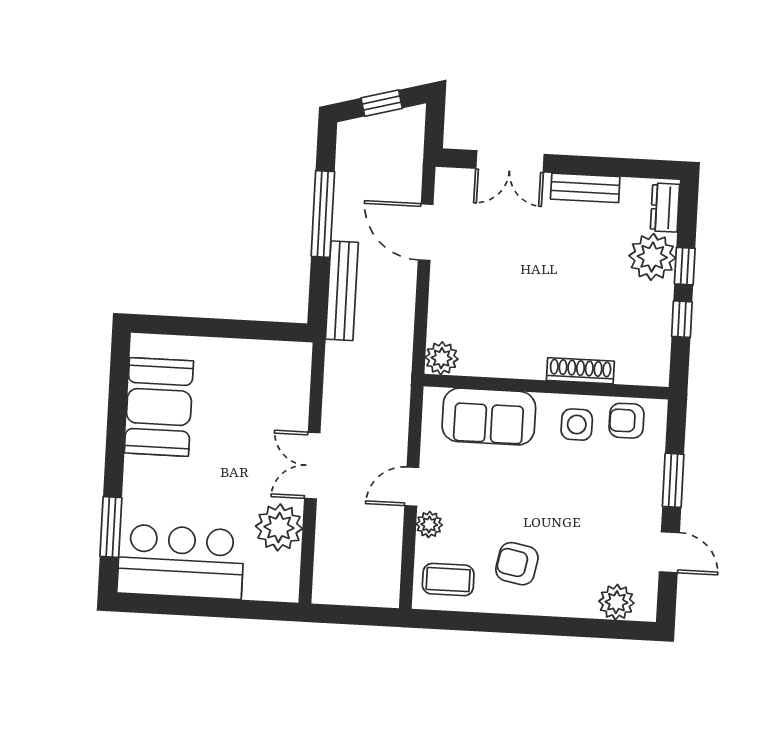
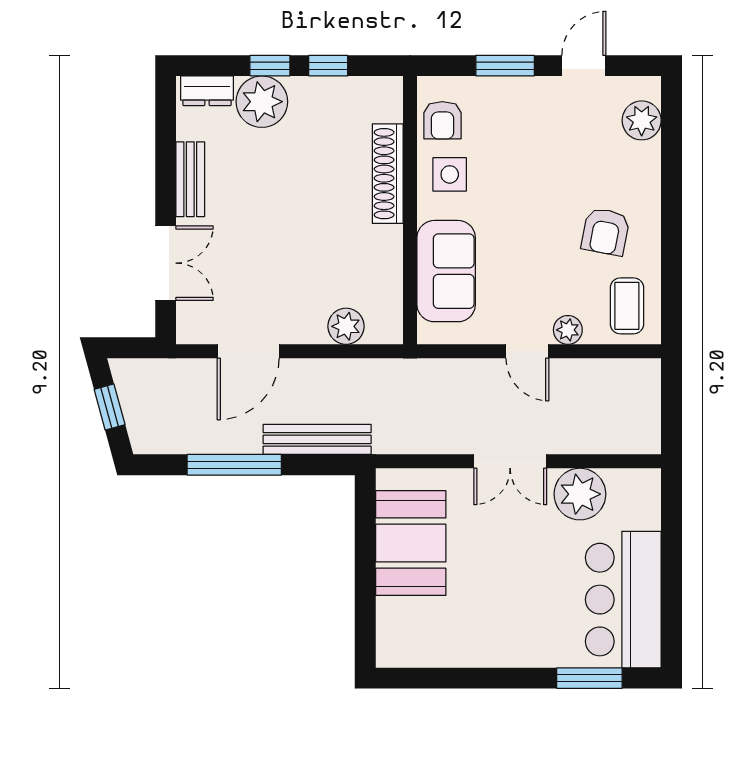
plant: (442, 358) -> (346, 326), moved
shoe rack: (580, 371) -> (388, 174), width x1.36, depth x1.24
booth: (159, 407) -> (411, 543), moved, turned 90

